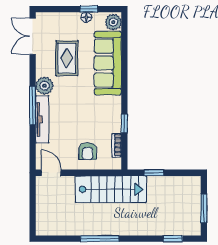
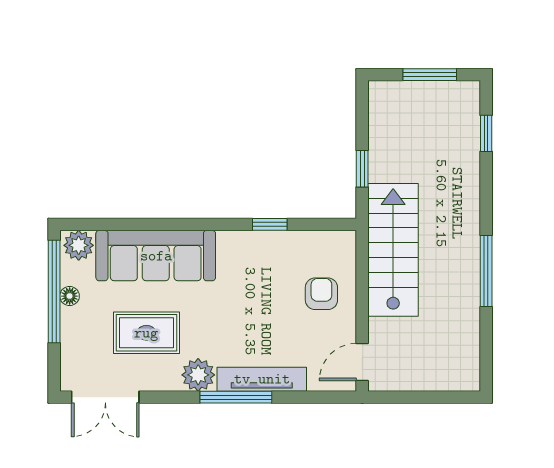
window: (89, 9) -> (54, 291), width x3.17
bookcase: (117, 145) -> (310, 239), removed
armchair: (88, 151) -> (321, 294), turned -90

